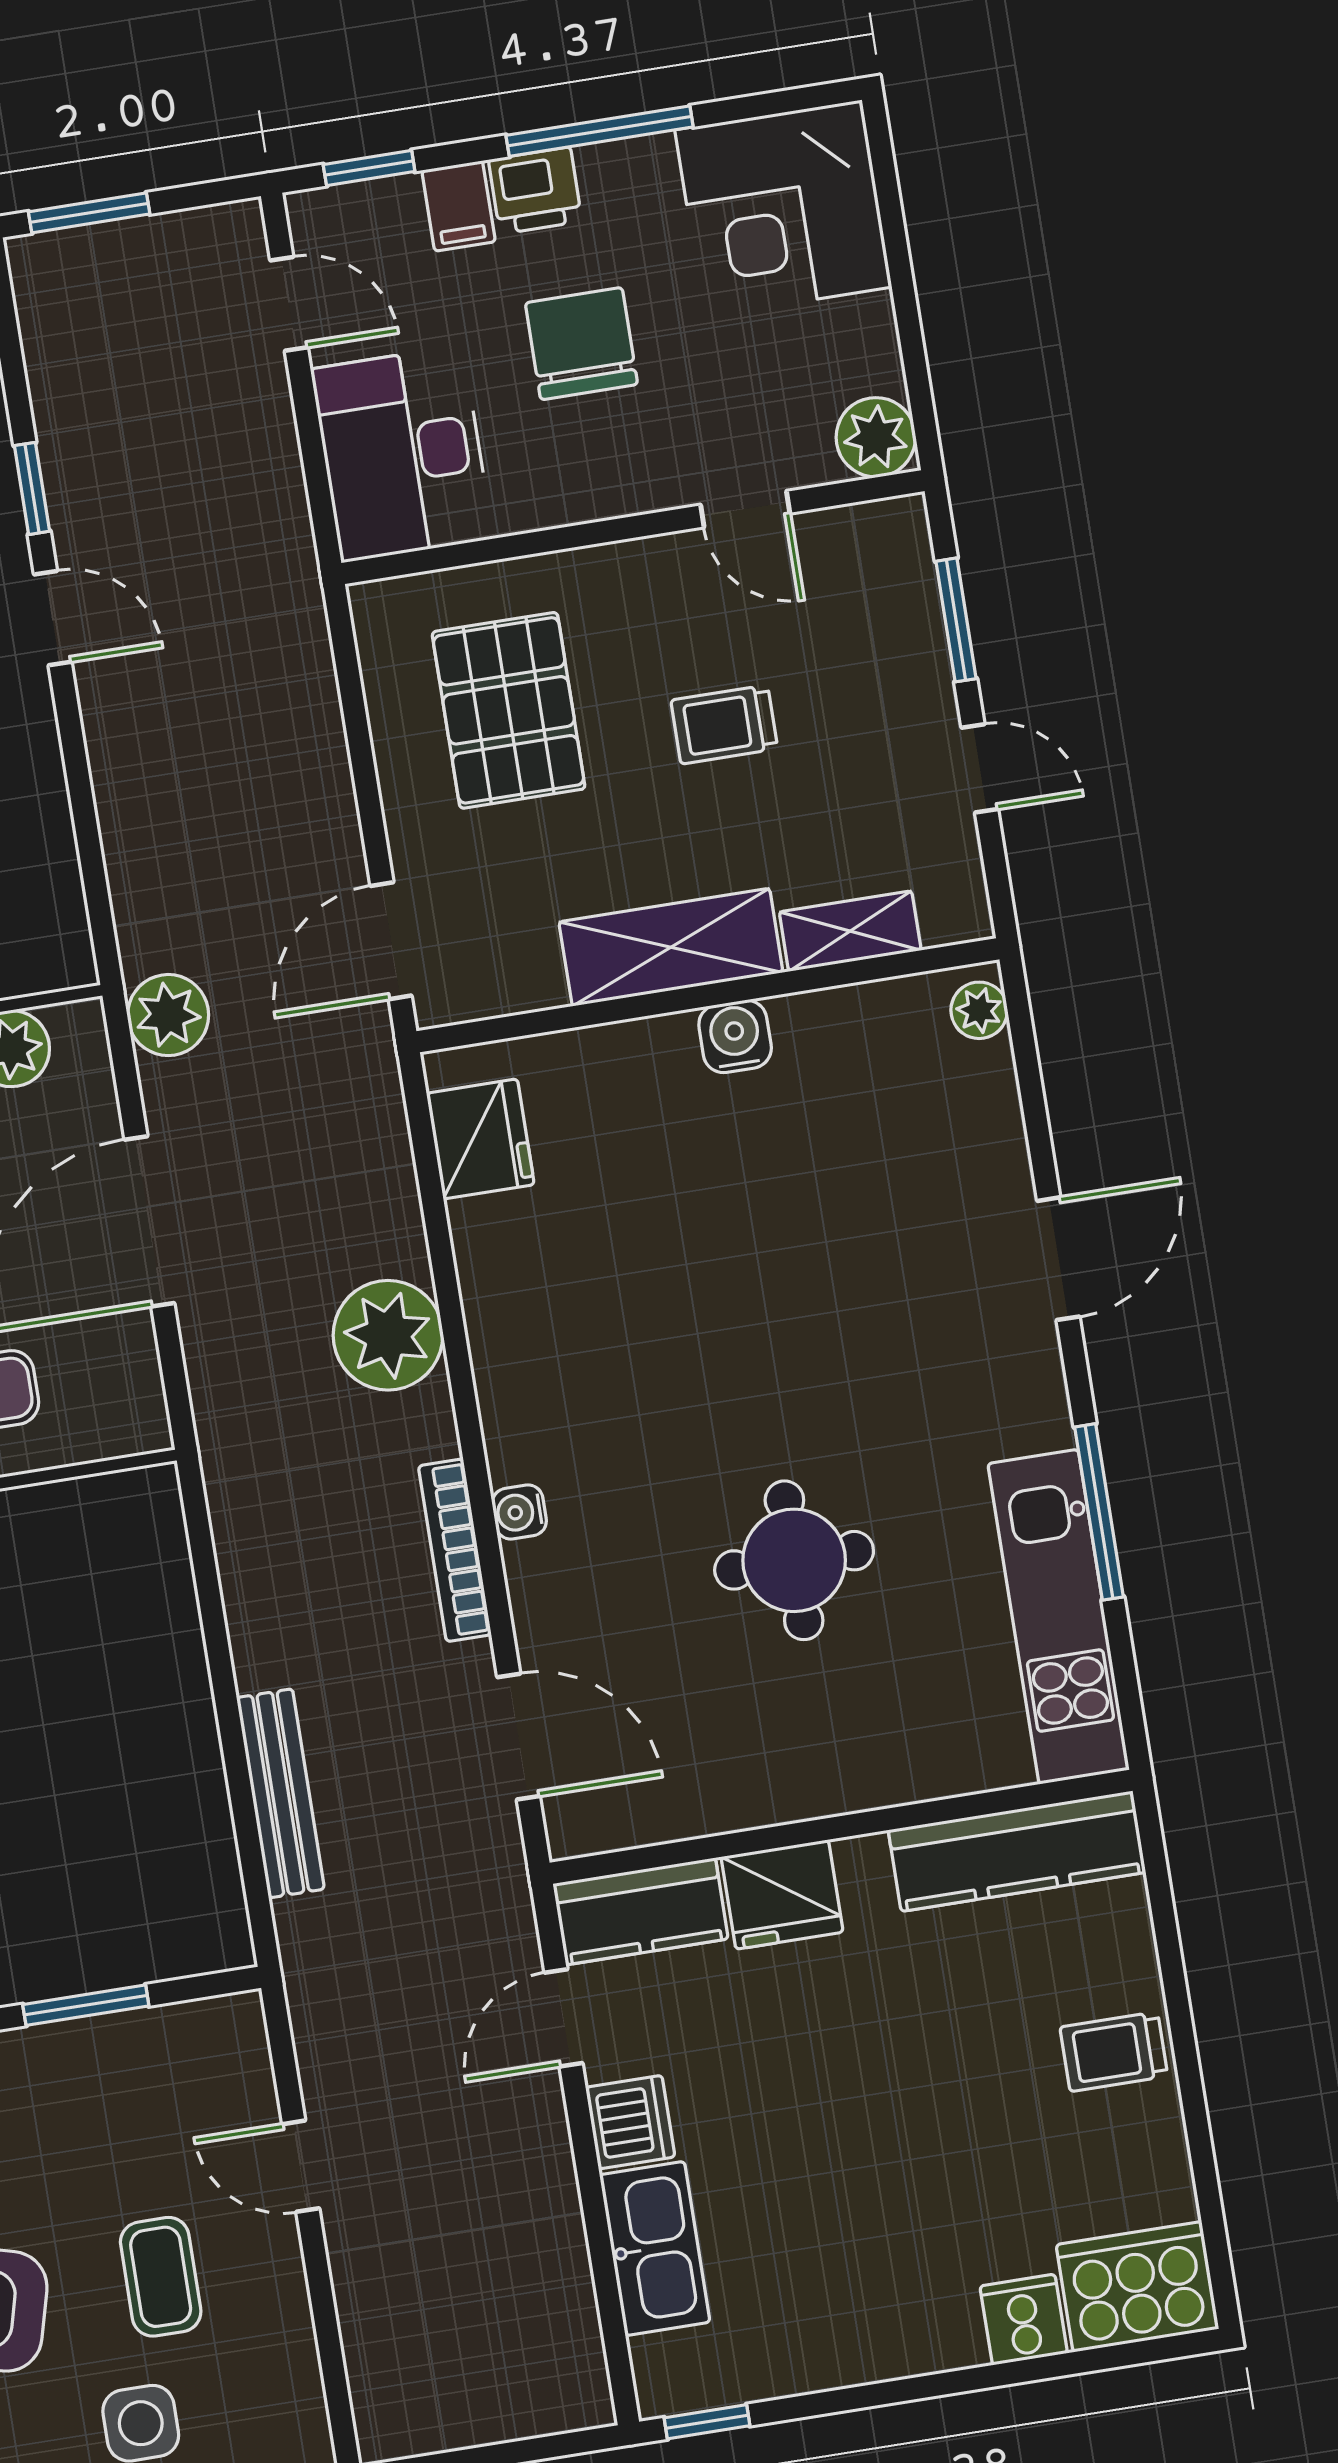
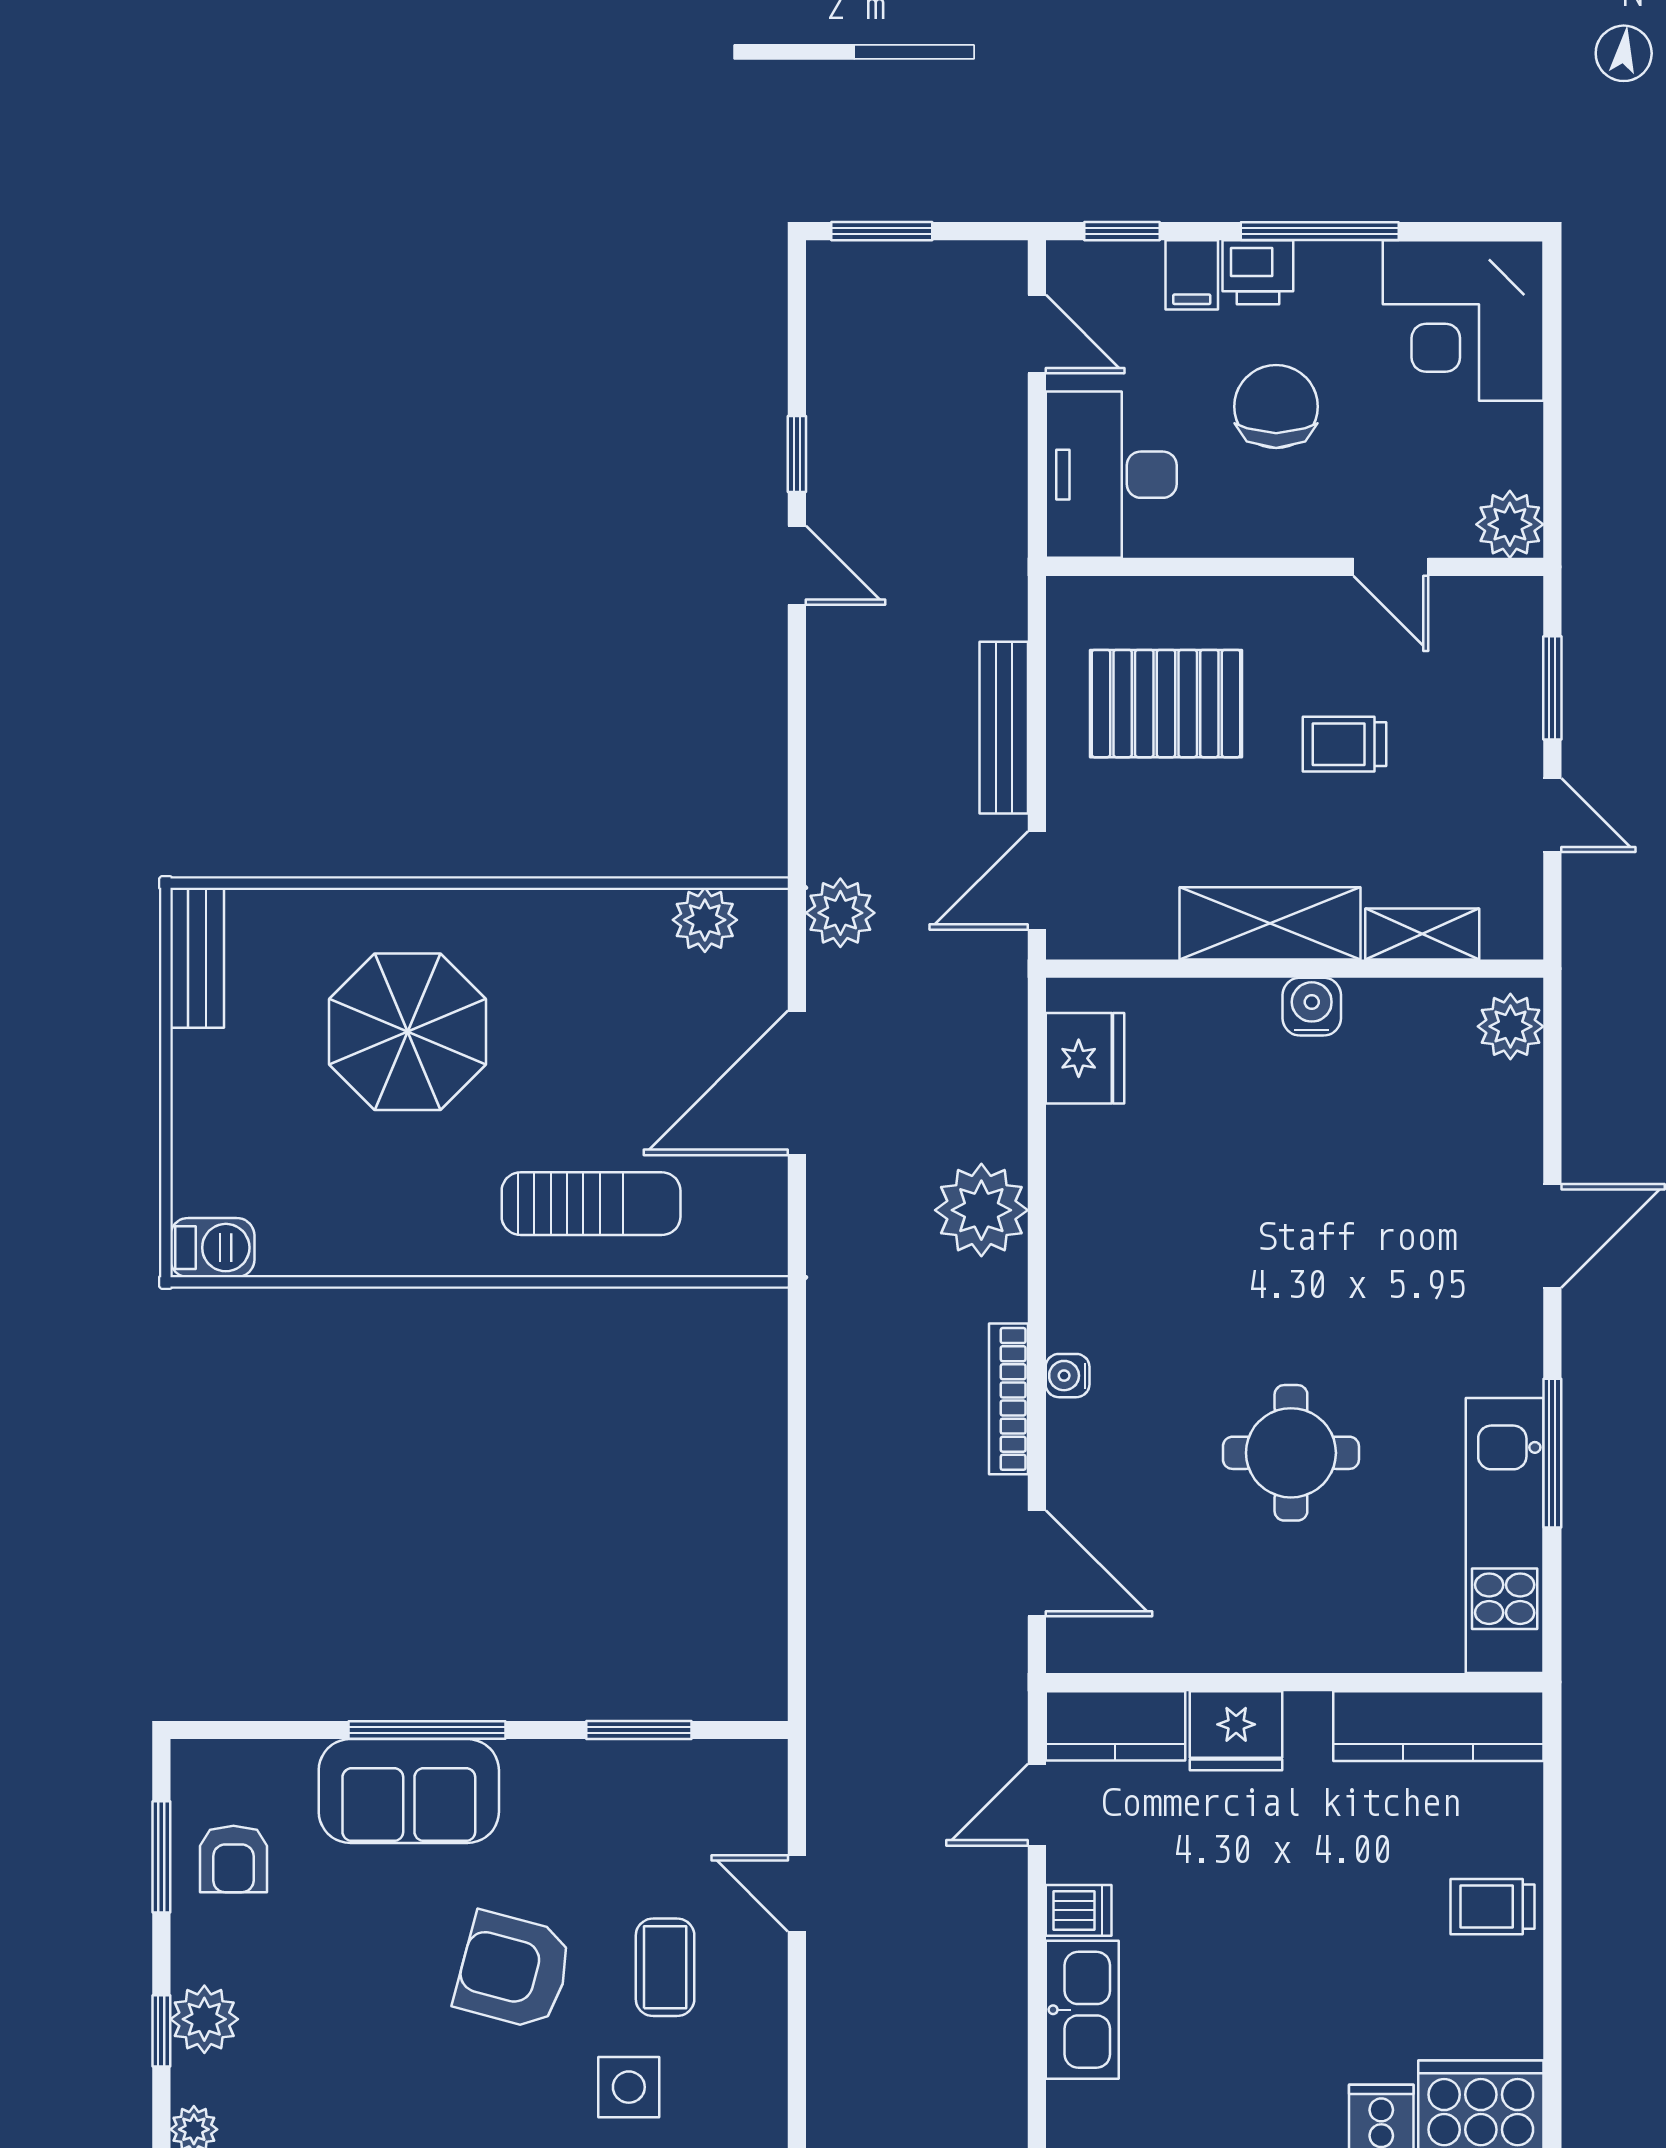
pallet: (509, 710) -> (1166, 704), turned 90
plant: (979, 1010) -> (1510, 1026), width x1.38, depth x1.38
bench: (280, 1793) -> (1004, 728), moved
dishwasher: (630, 2122) -> (1079, 1910), width x0.73

